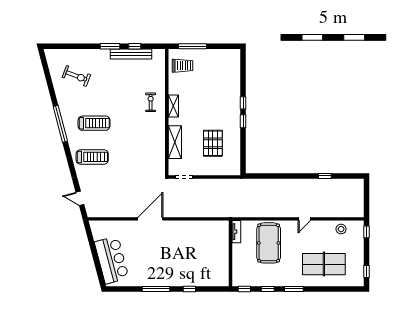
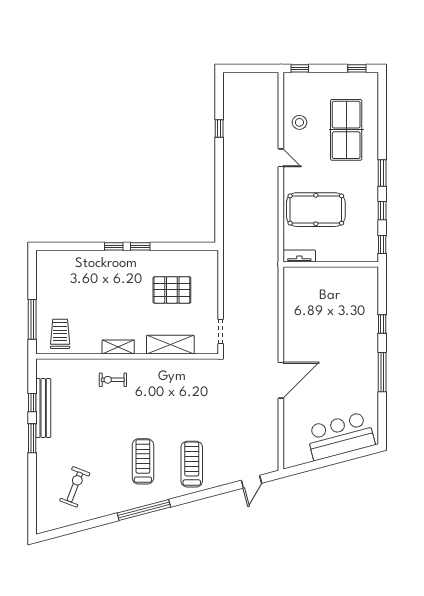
door: (150, 219) -> (281, 380), swing flipped
stool: (341, 229) -> (299, 122), moved

